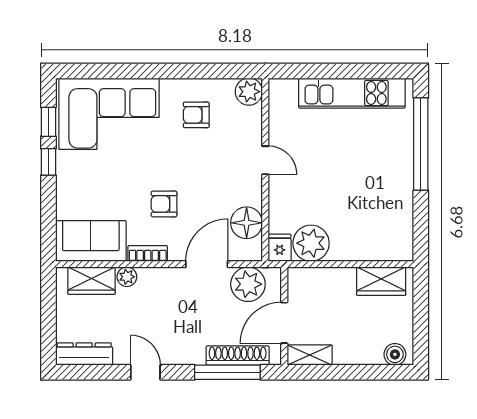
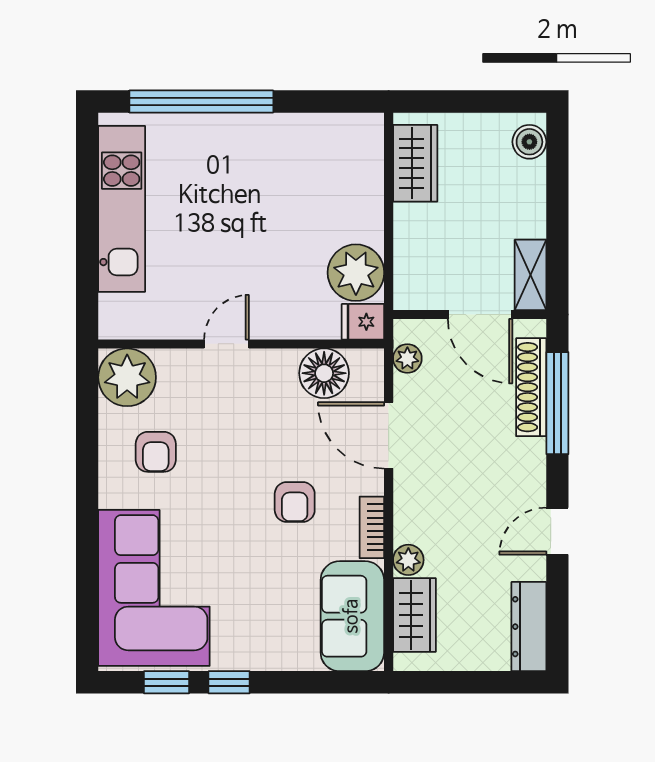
plant: (249, 92) -> (127, 377), width x1.36, depth x1.36
plant: (248, 284) -> (407, 358), width x0.53, depth x0.53

